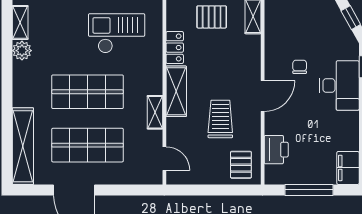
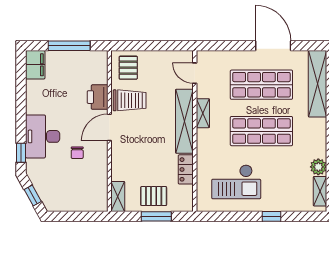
shelving: (176, 91) -> (184, 121), width x1.47
trolley: (220, 119) -> (130, 100), moved, turned -90
printer: (276, 150) -> (98, 97), moved

